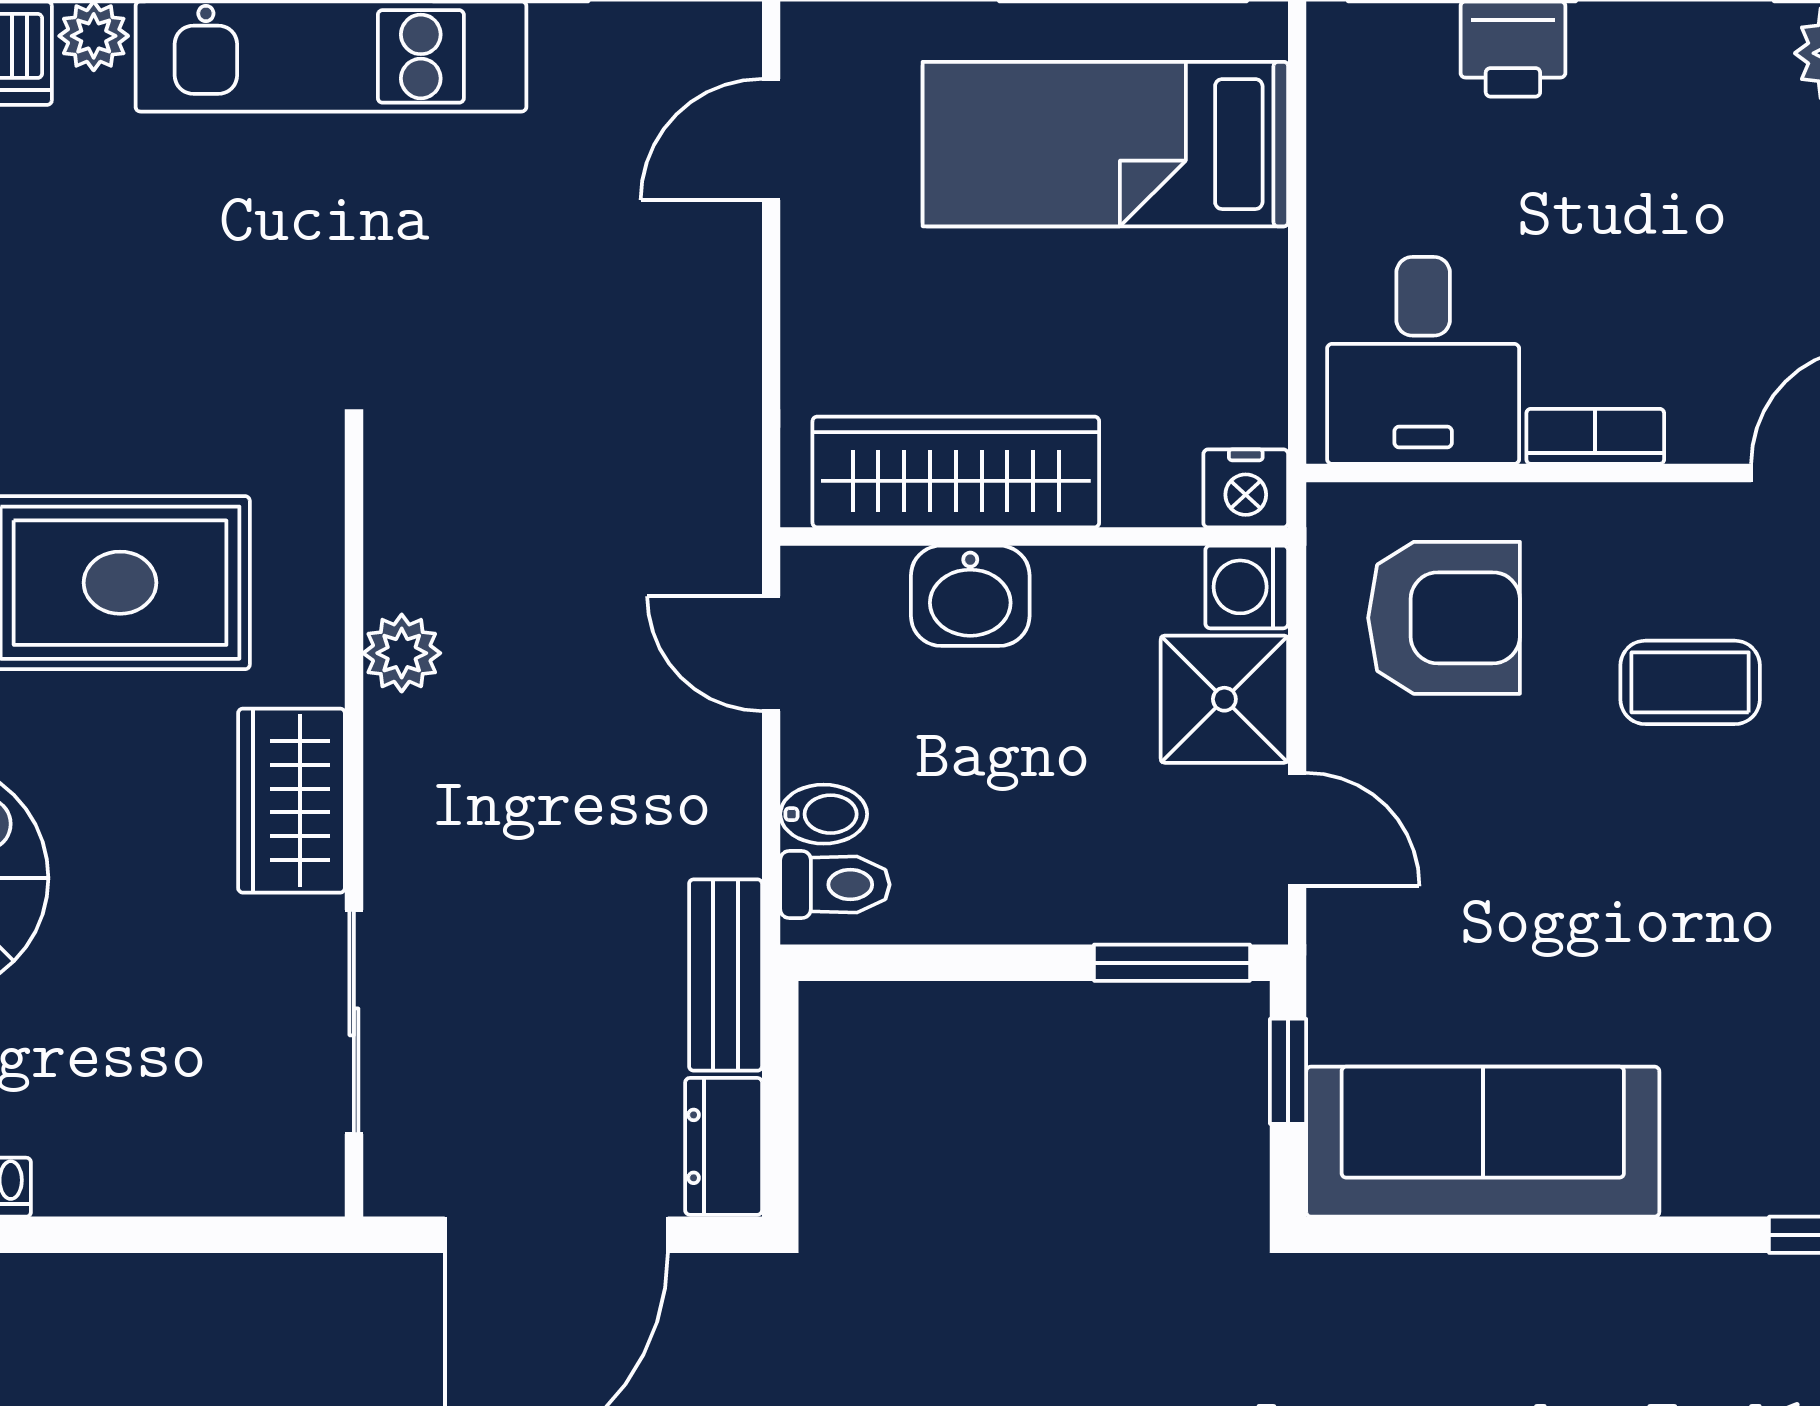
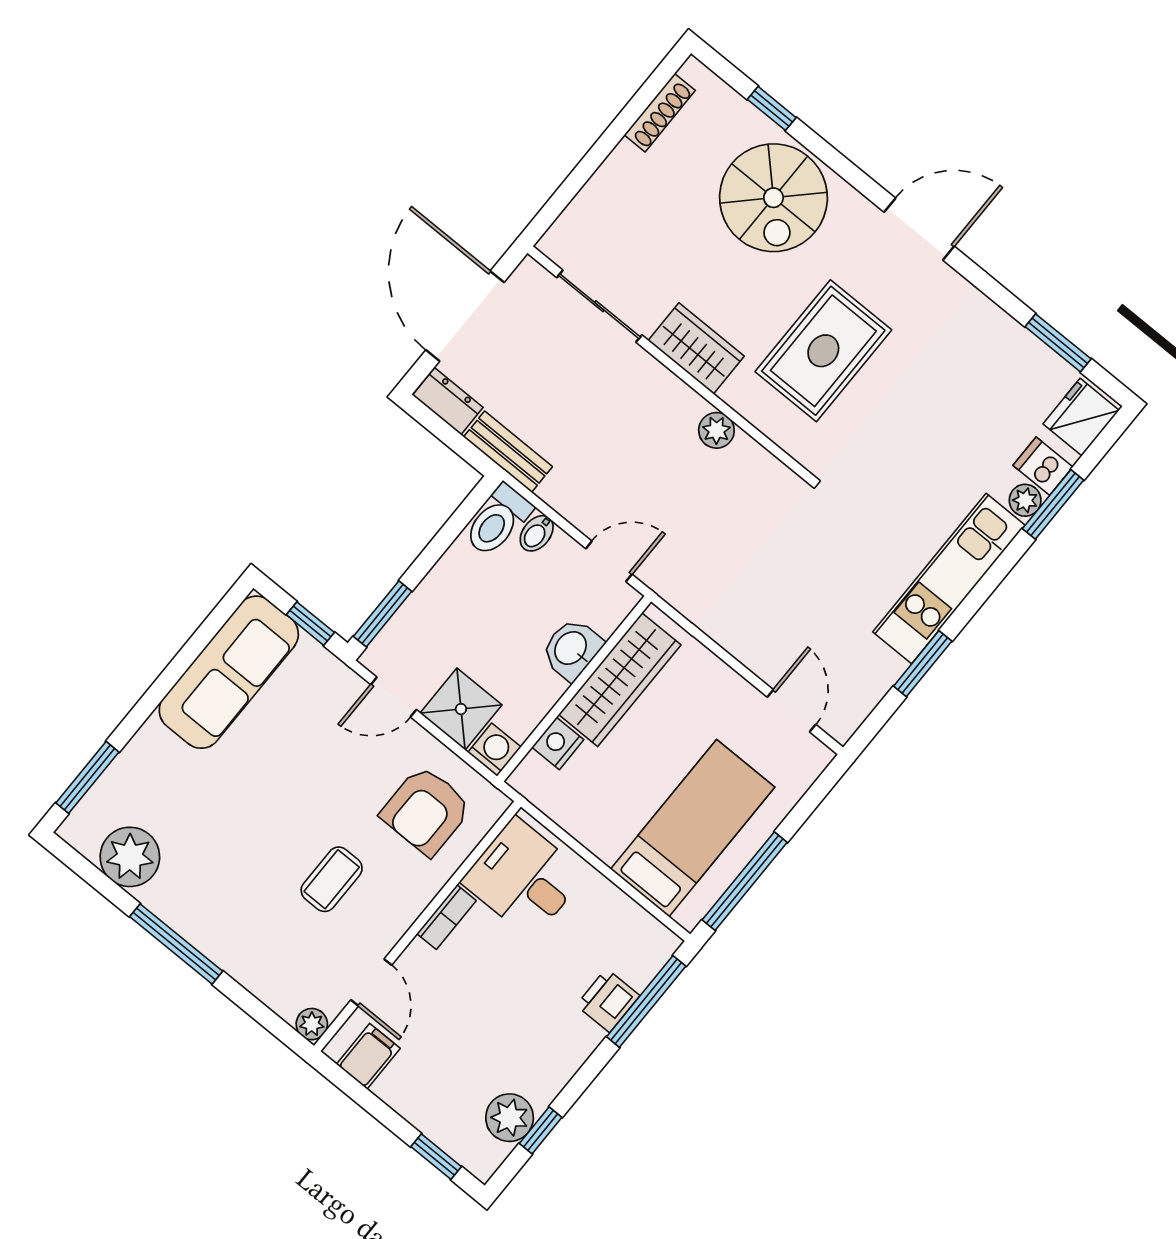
nightstand: (1246, 488) -> (558, 743), moved
toilet: (835, 885) -> (498, 521), width x1.37, depth x1.39

